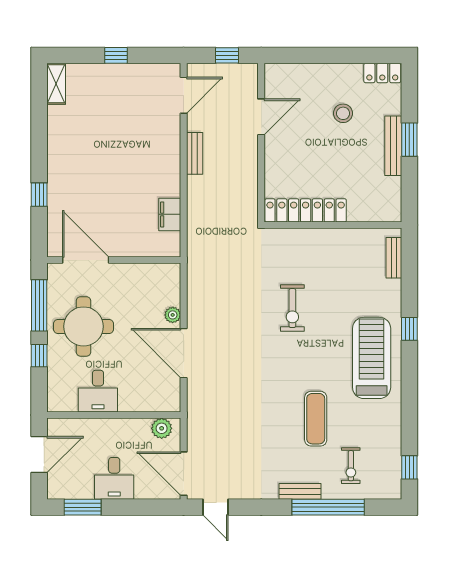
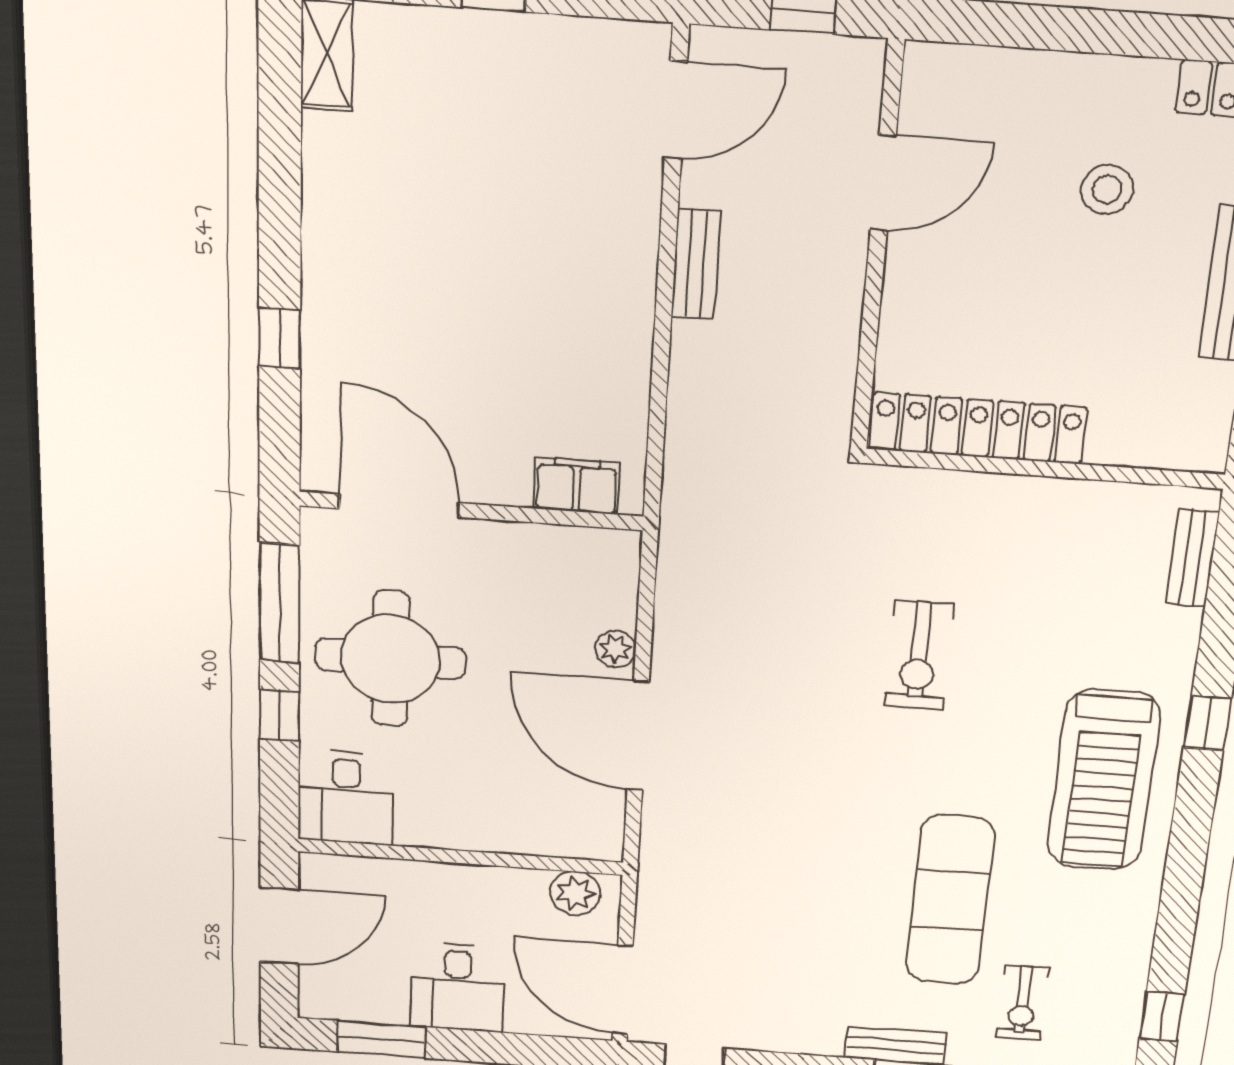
filing cabinet: (170, 214) -> (577, 486), moved, turned 90
treadmill: (372, 358) -> (1104, 780), turned 180
desk: (98, 391) -> (346, 798), moved
exercise mat: (316, 419) -> (950, 900), width x1.36, depth x1.45

